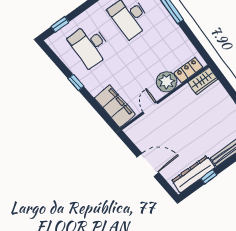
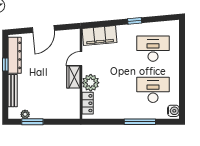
window: (60, 24) -> (182, 39), removed
wardrobe: (203, 81) -> (73, 77), moved
door: (150, 108) -> (81, 59), swing flipped

